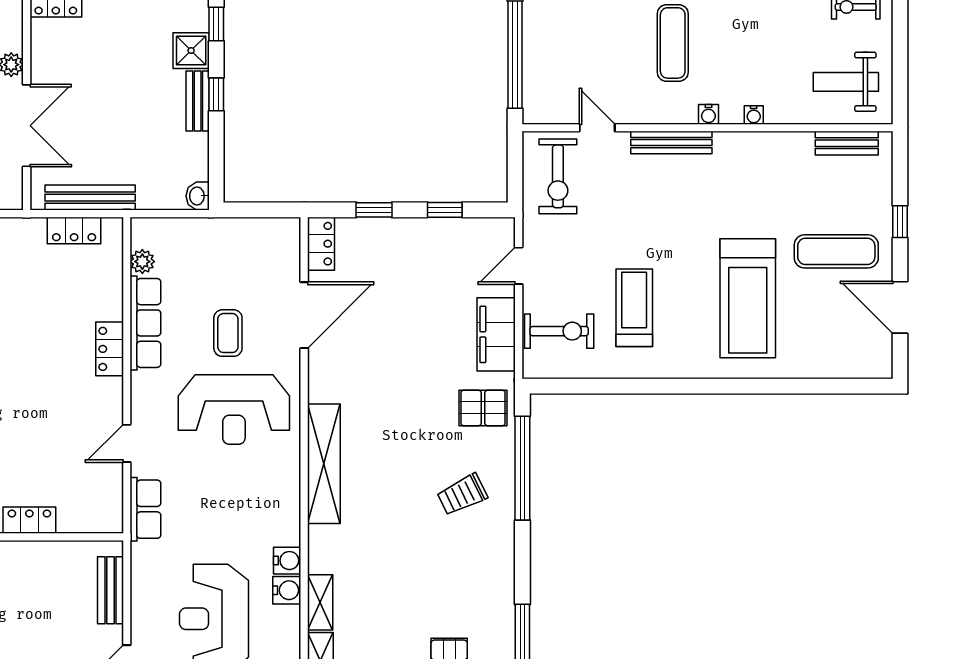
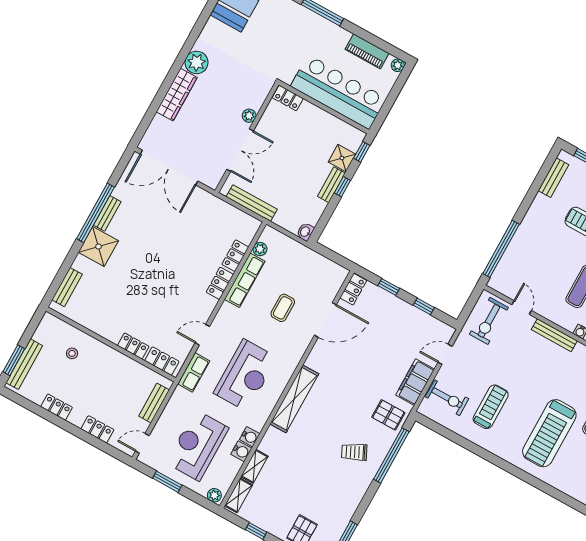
locker: (74, 230) -> (235, 256), moved, turned 90
reception desk: (234, 410) -> (245, 375), moved, turned -90
locker: (87, 519) -> (162, 361), added

